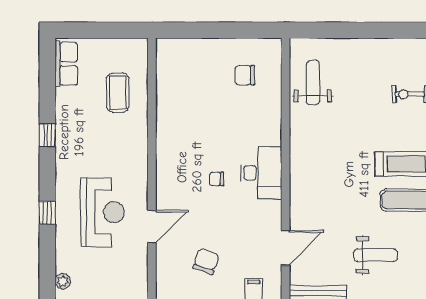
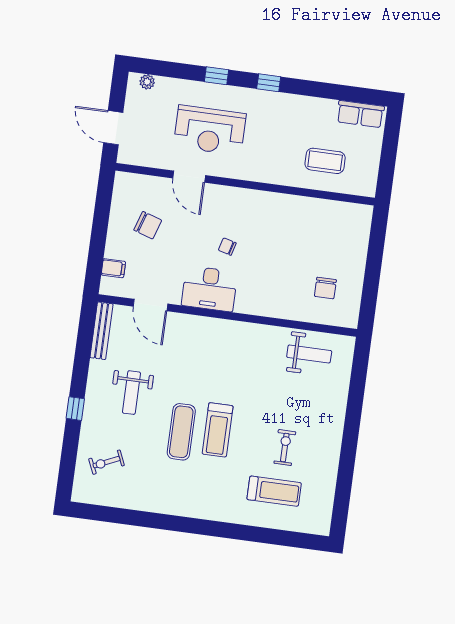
chair: (245, 75) -> (325, 288), turned 180
window: (47, 135) -> (269, 83), moved
desk: (261, 173) -> (209, 289), moved
chair: (217, 179) -> (227, 247), turned -75

